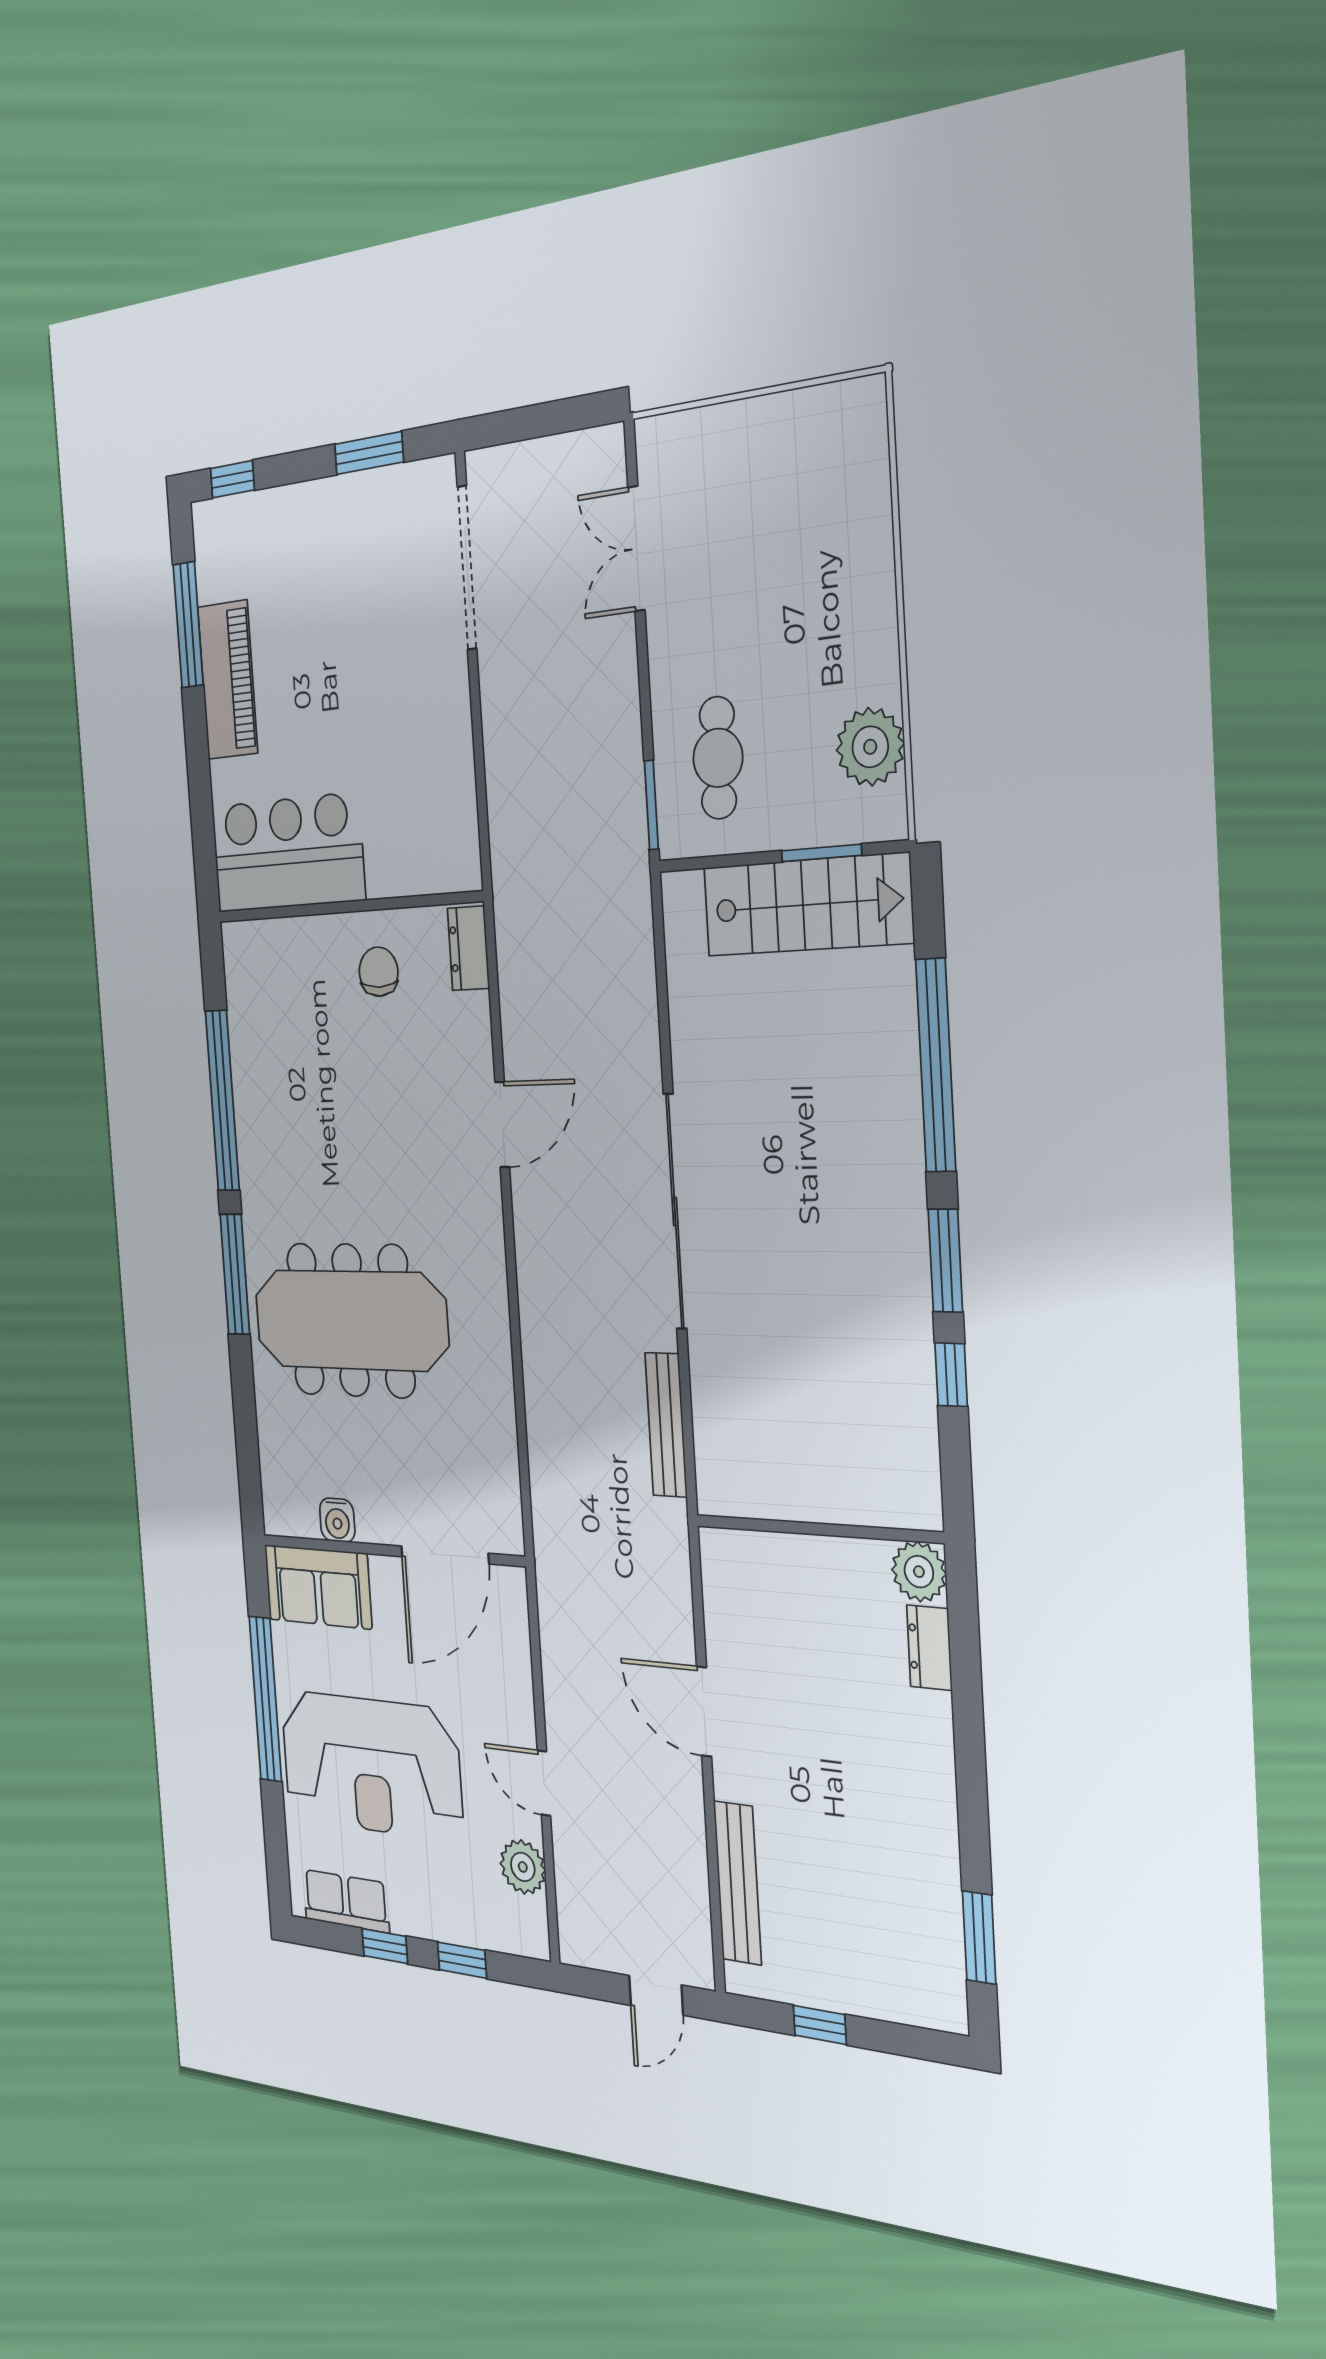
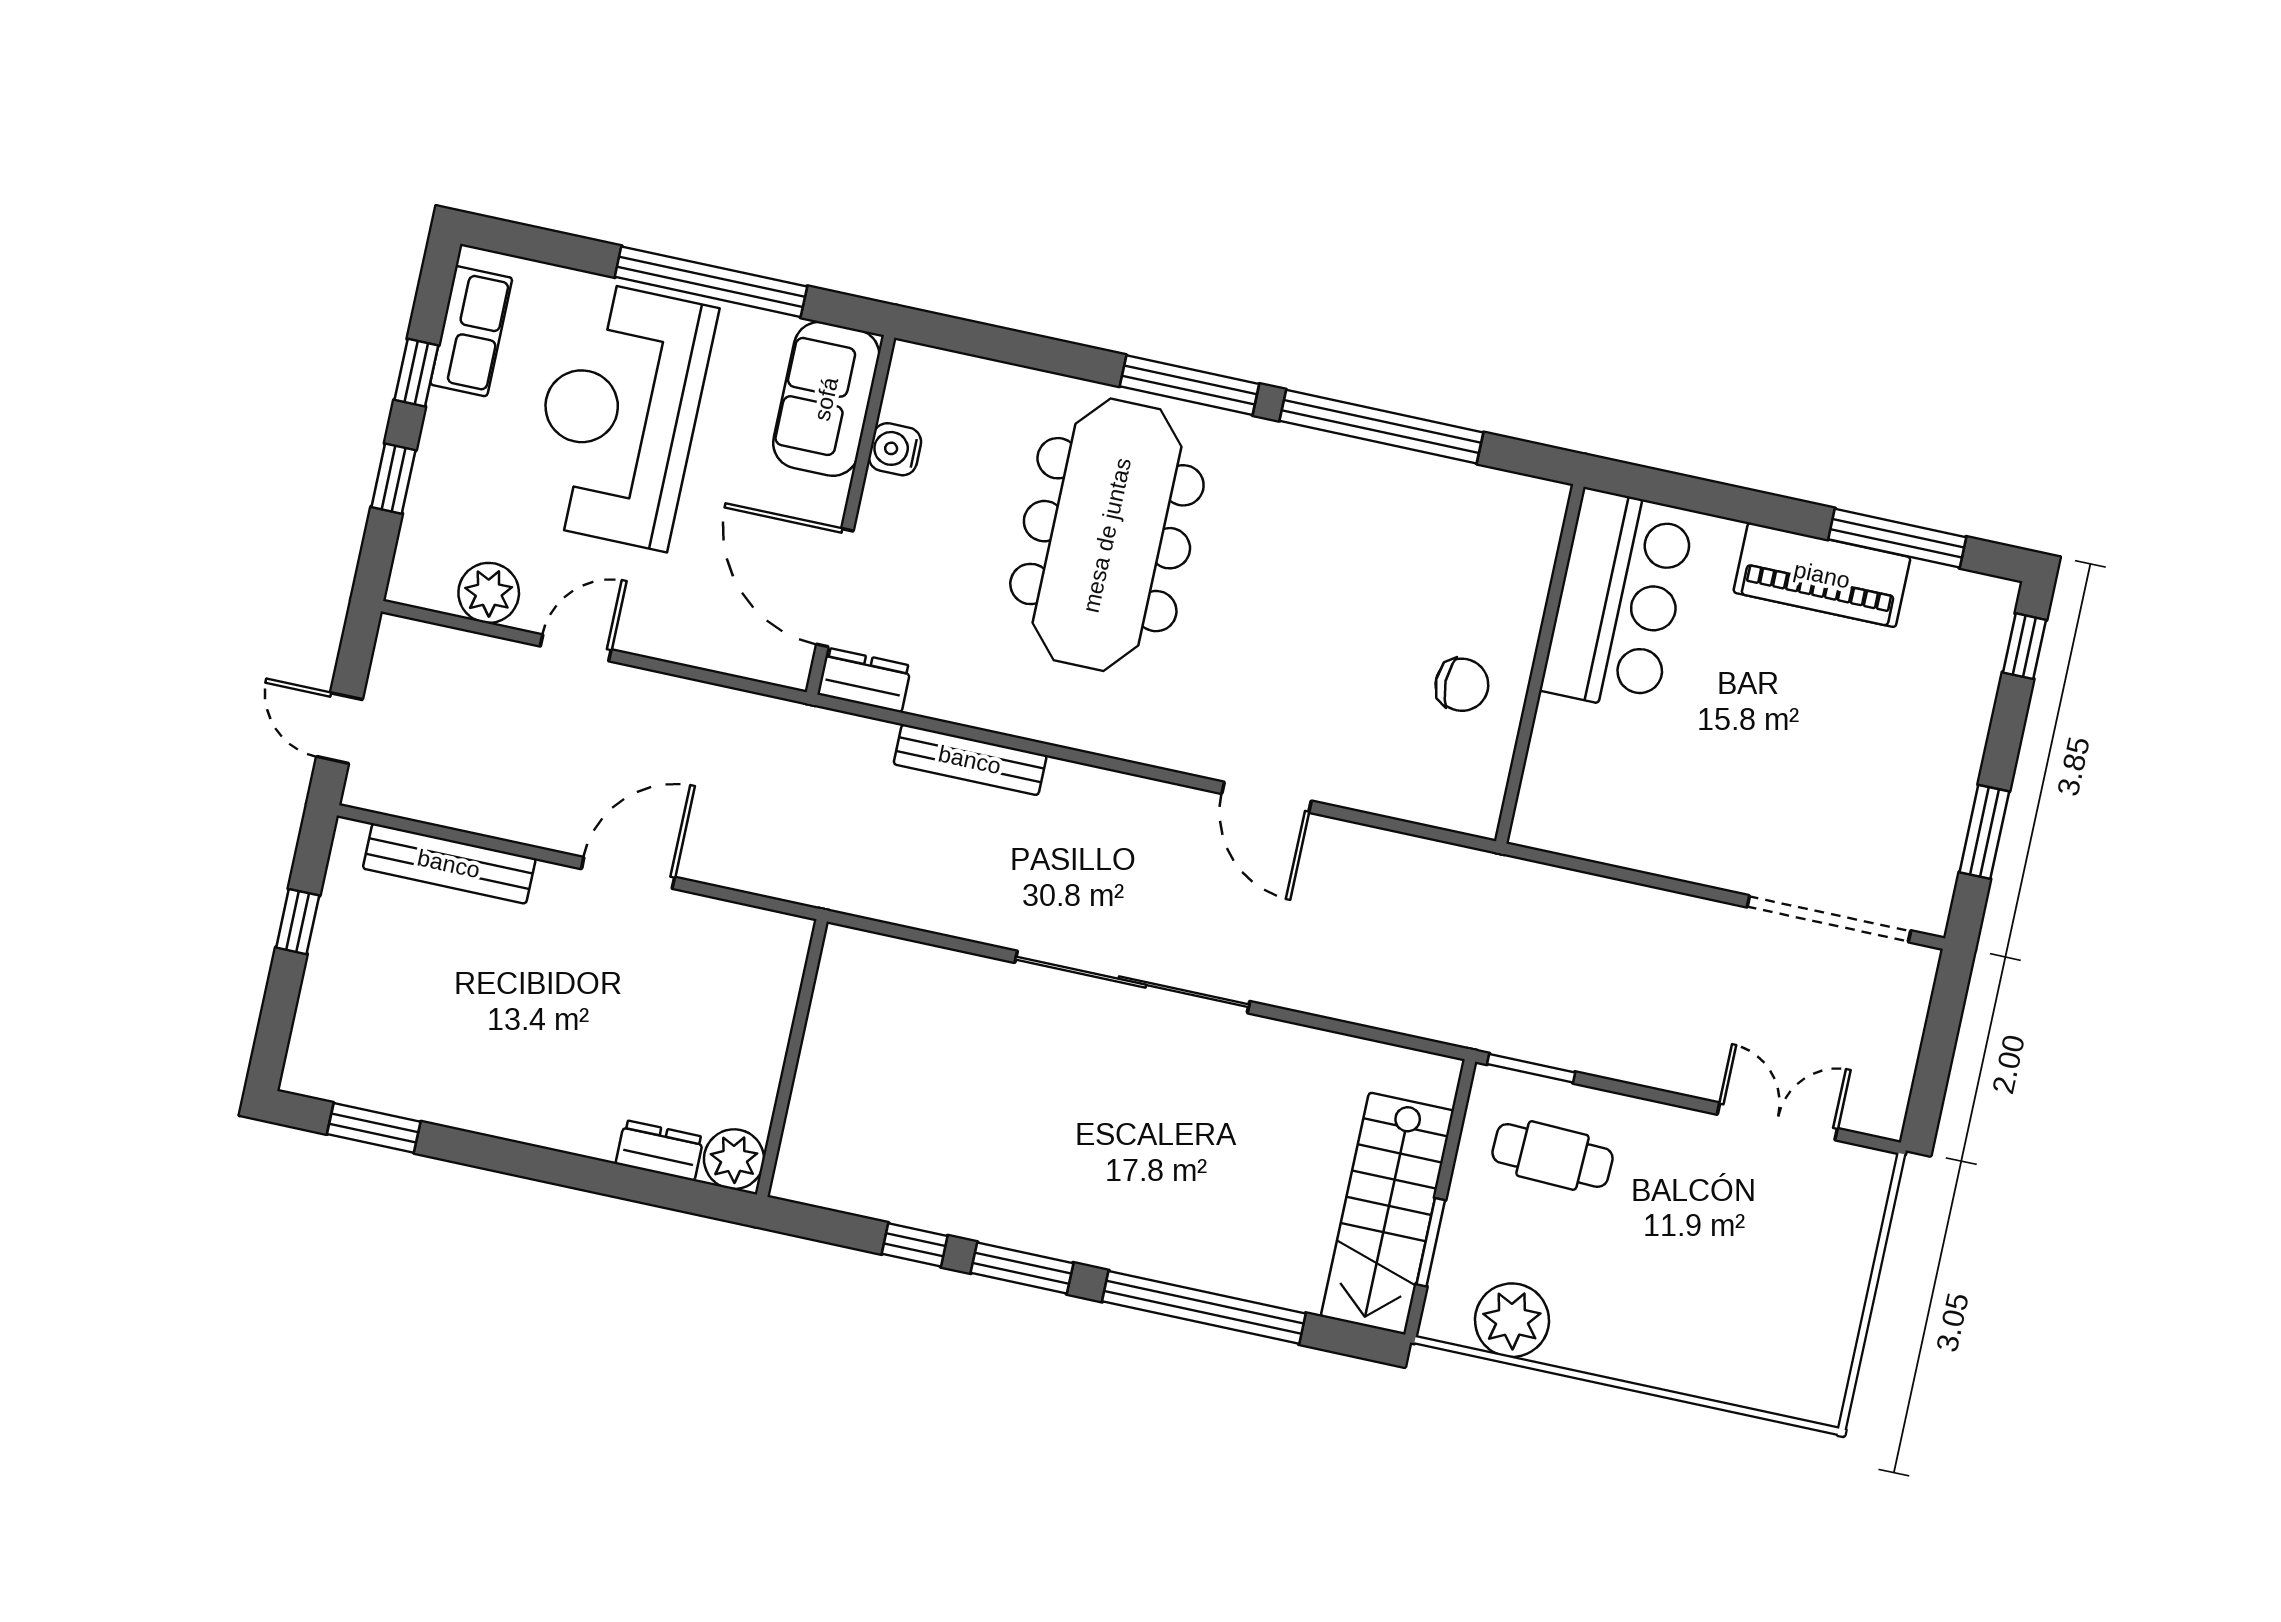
dresser: (468, 948) -> (864, 680), moved
bench: (666, 1425) -> (970, 760), moved

